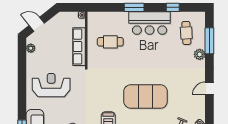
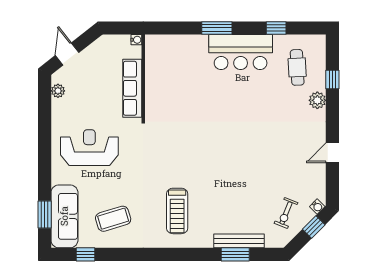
door: (37, 24) -> (67, 54), hinge flipped
window: (209, 41) -> (332, 79), width x0.46
cafe table: (110, 42) -> (180, 81), removed
exercise mat: (146, 96) -> (234, 165), removed

